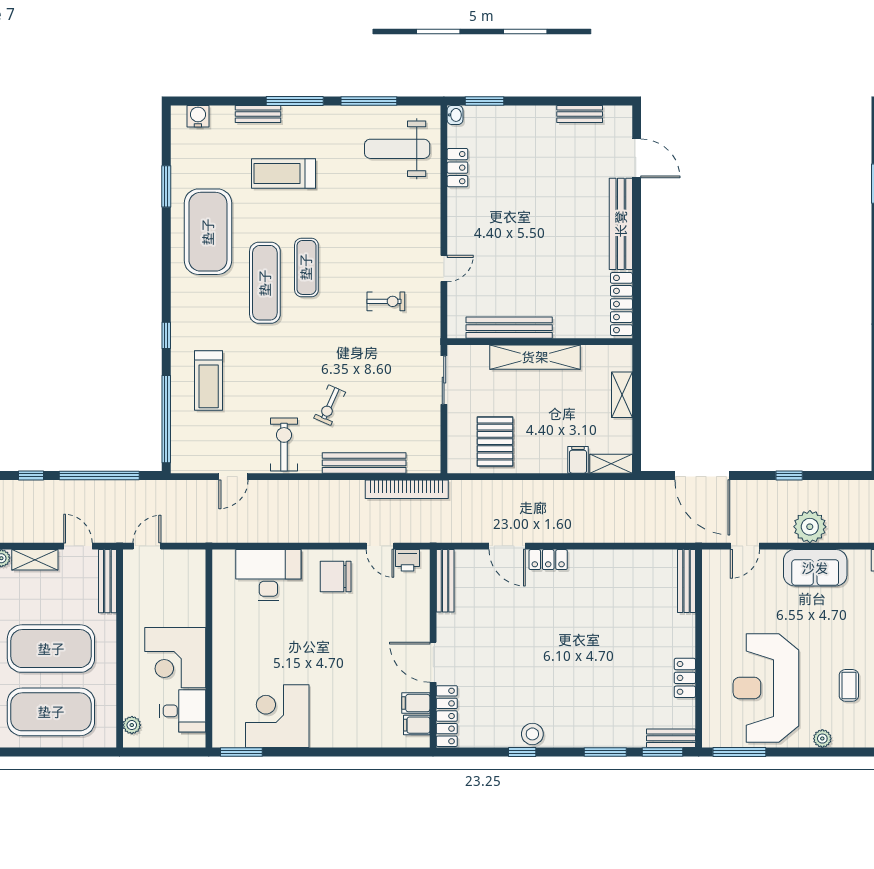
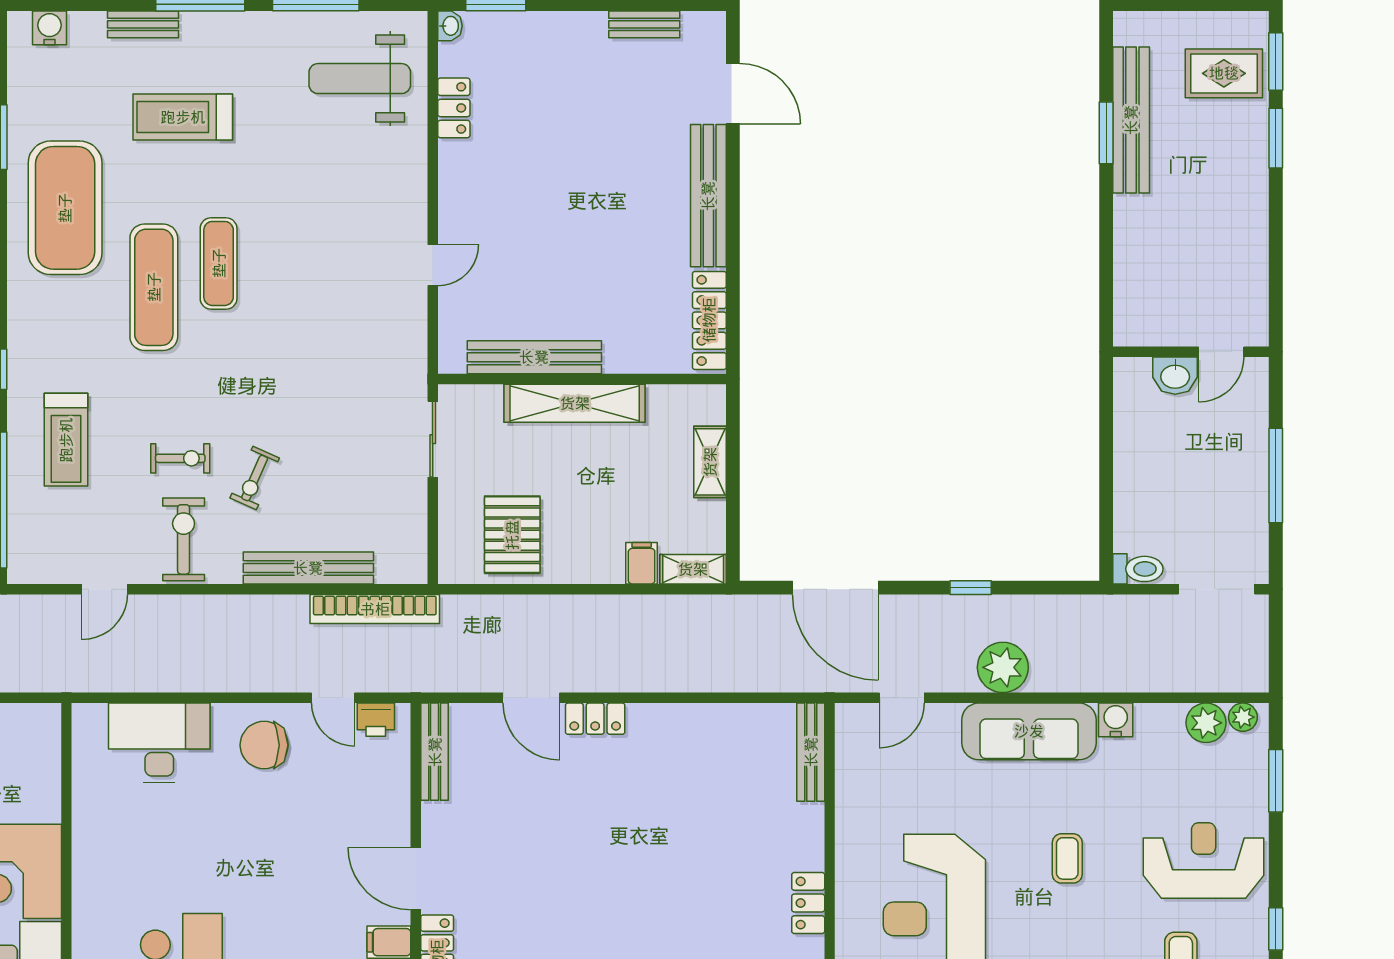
exercise bike: (386, 301) -> (180, 458), moved
sofa: (815, 568) -> (1029, 731), width x1.36
coffee table: (849, 685) -> (1067, 858), moved

